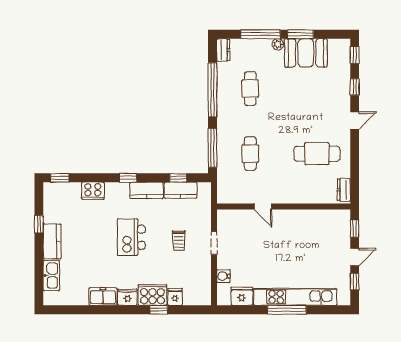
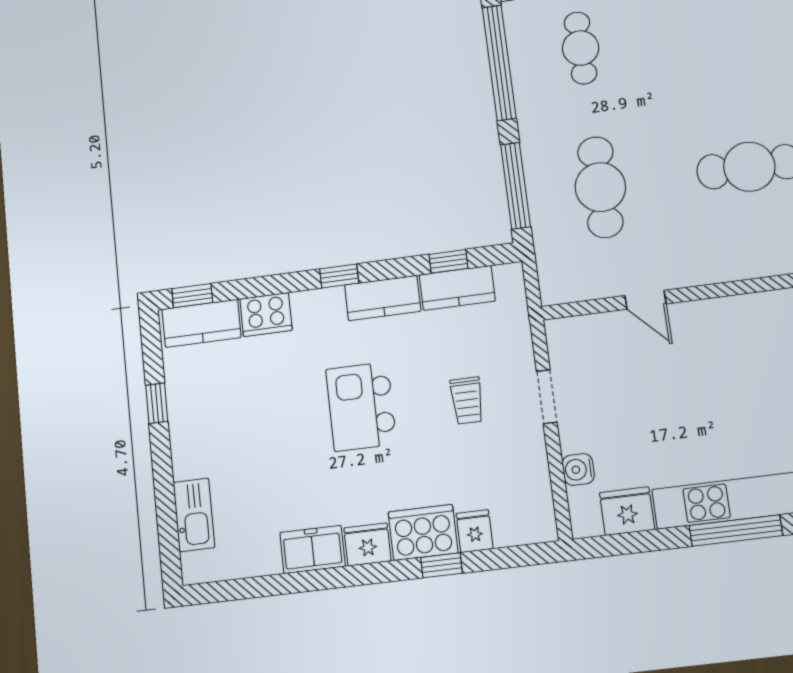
cafe table: (250, 154) -> (600, 187), width x1.37, depth x1.35
kitchen counter: (52, 241) -> (201, 323), moved, turned 90

